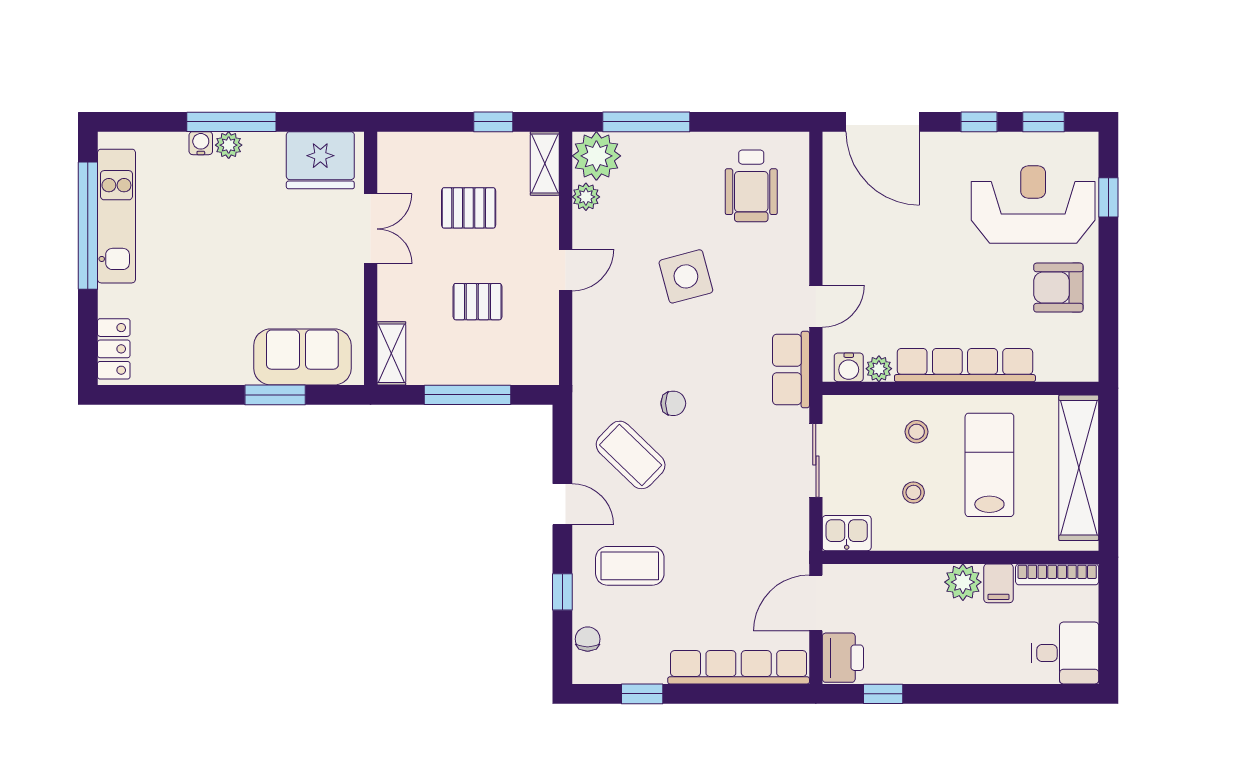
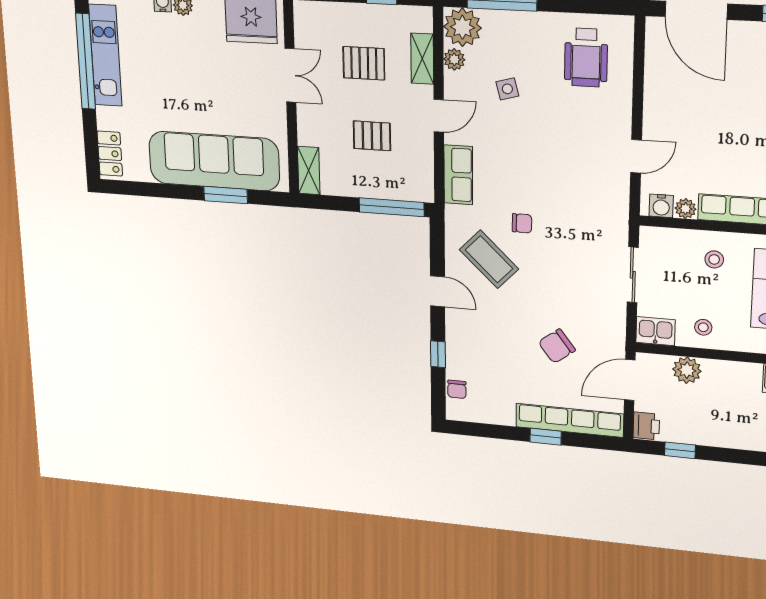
shelving: (545, 163) -> (422, 59), moved
side table: (686, 276) -> (507, 89), moved, width x0.54, depth x0.54
sofa: (302, 357) -> (214, 161), width x1.85, depth x1.27
row of seats: (791, 369) -> (458, 175), moved, turned 180
window: (467, 395) -> (392, 207), moved
stool: (913, 492) -> (703, 327), moved
coffee table: (630, 566) -> (488, 340), removed
chair: (720, 566) -> (557, 346), added
plant: (963, 582) -> (687, 370), moved
chair: (588, 639) -> (457, 389), turned 180
printer: (843, 658) -> (646, 426), width x0.73, depth x0.81
window: (642, 694) -> (546, 437), moved

